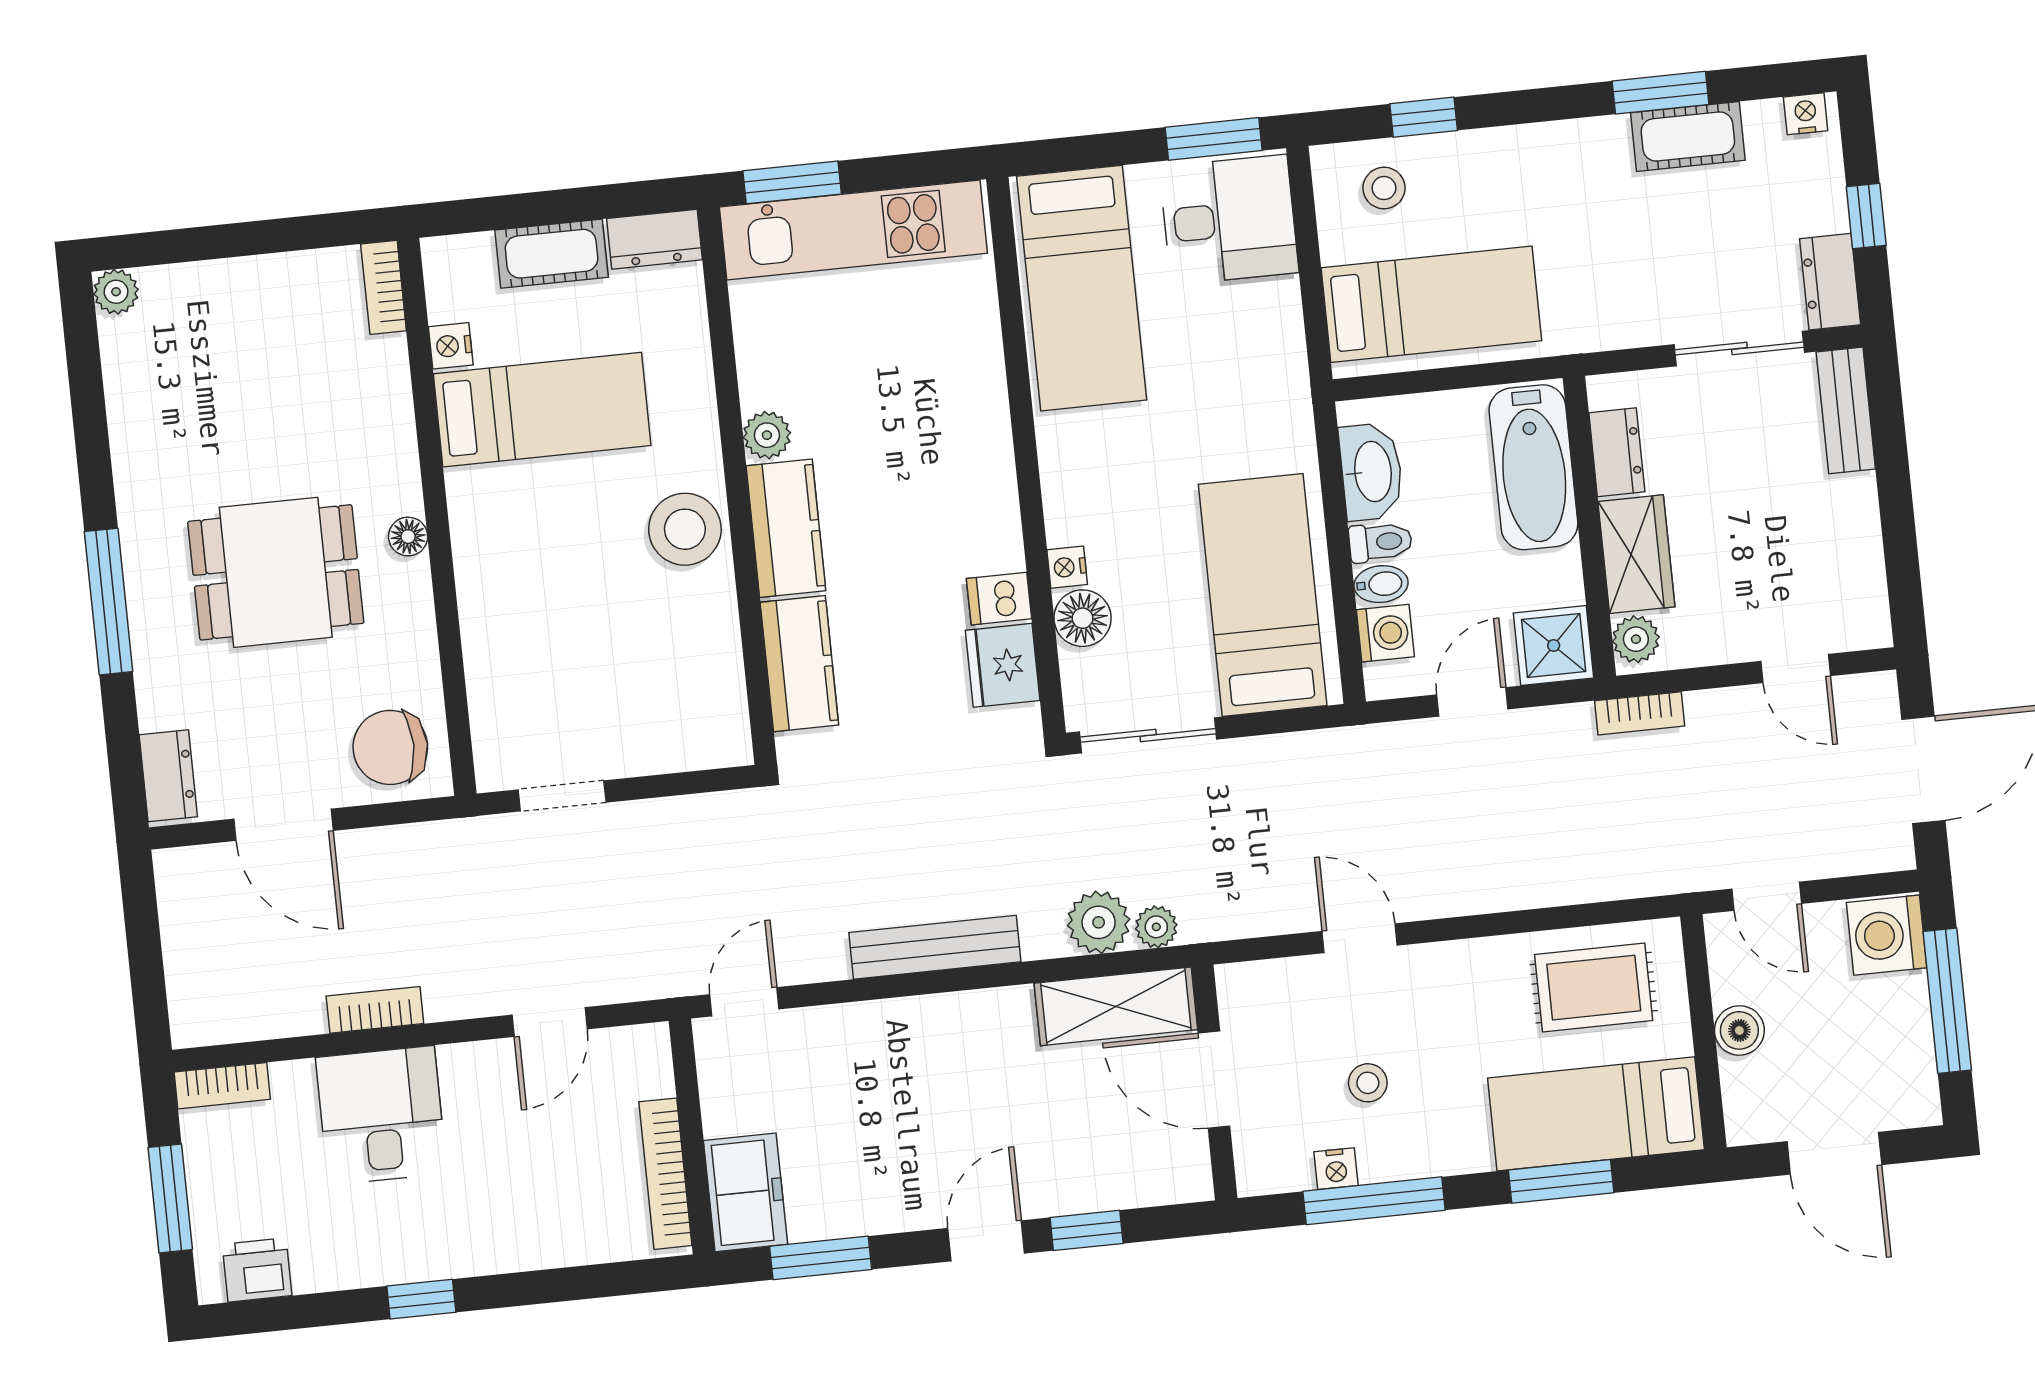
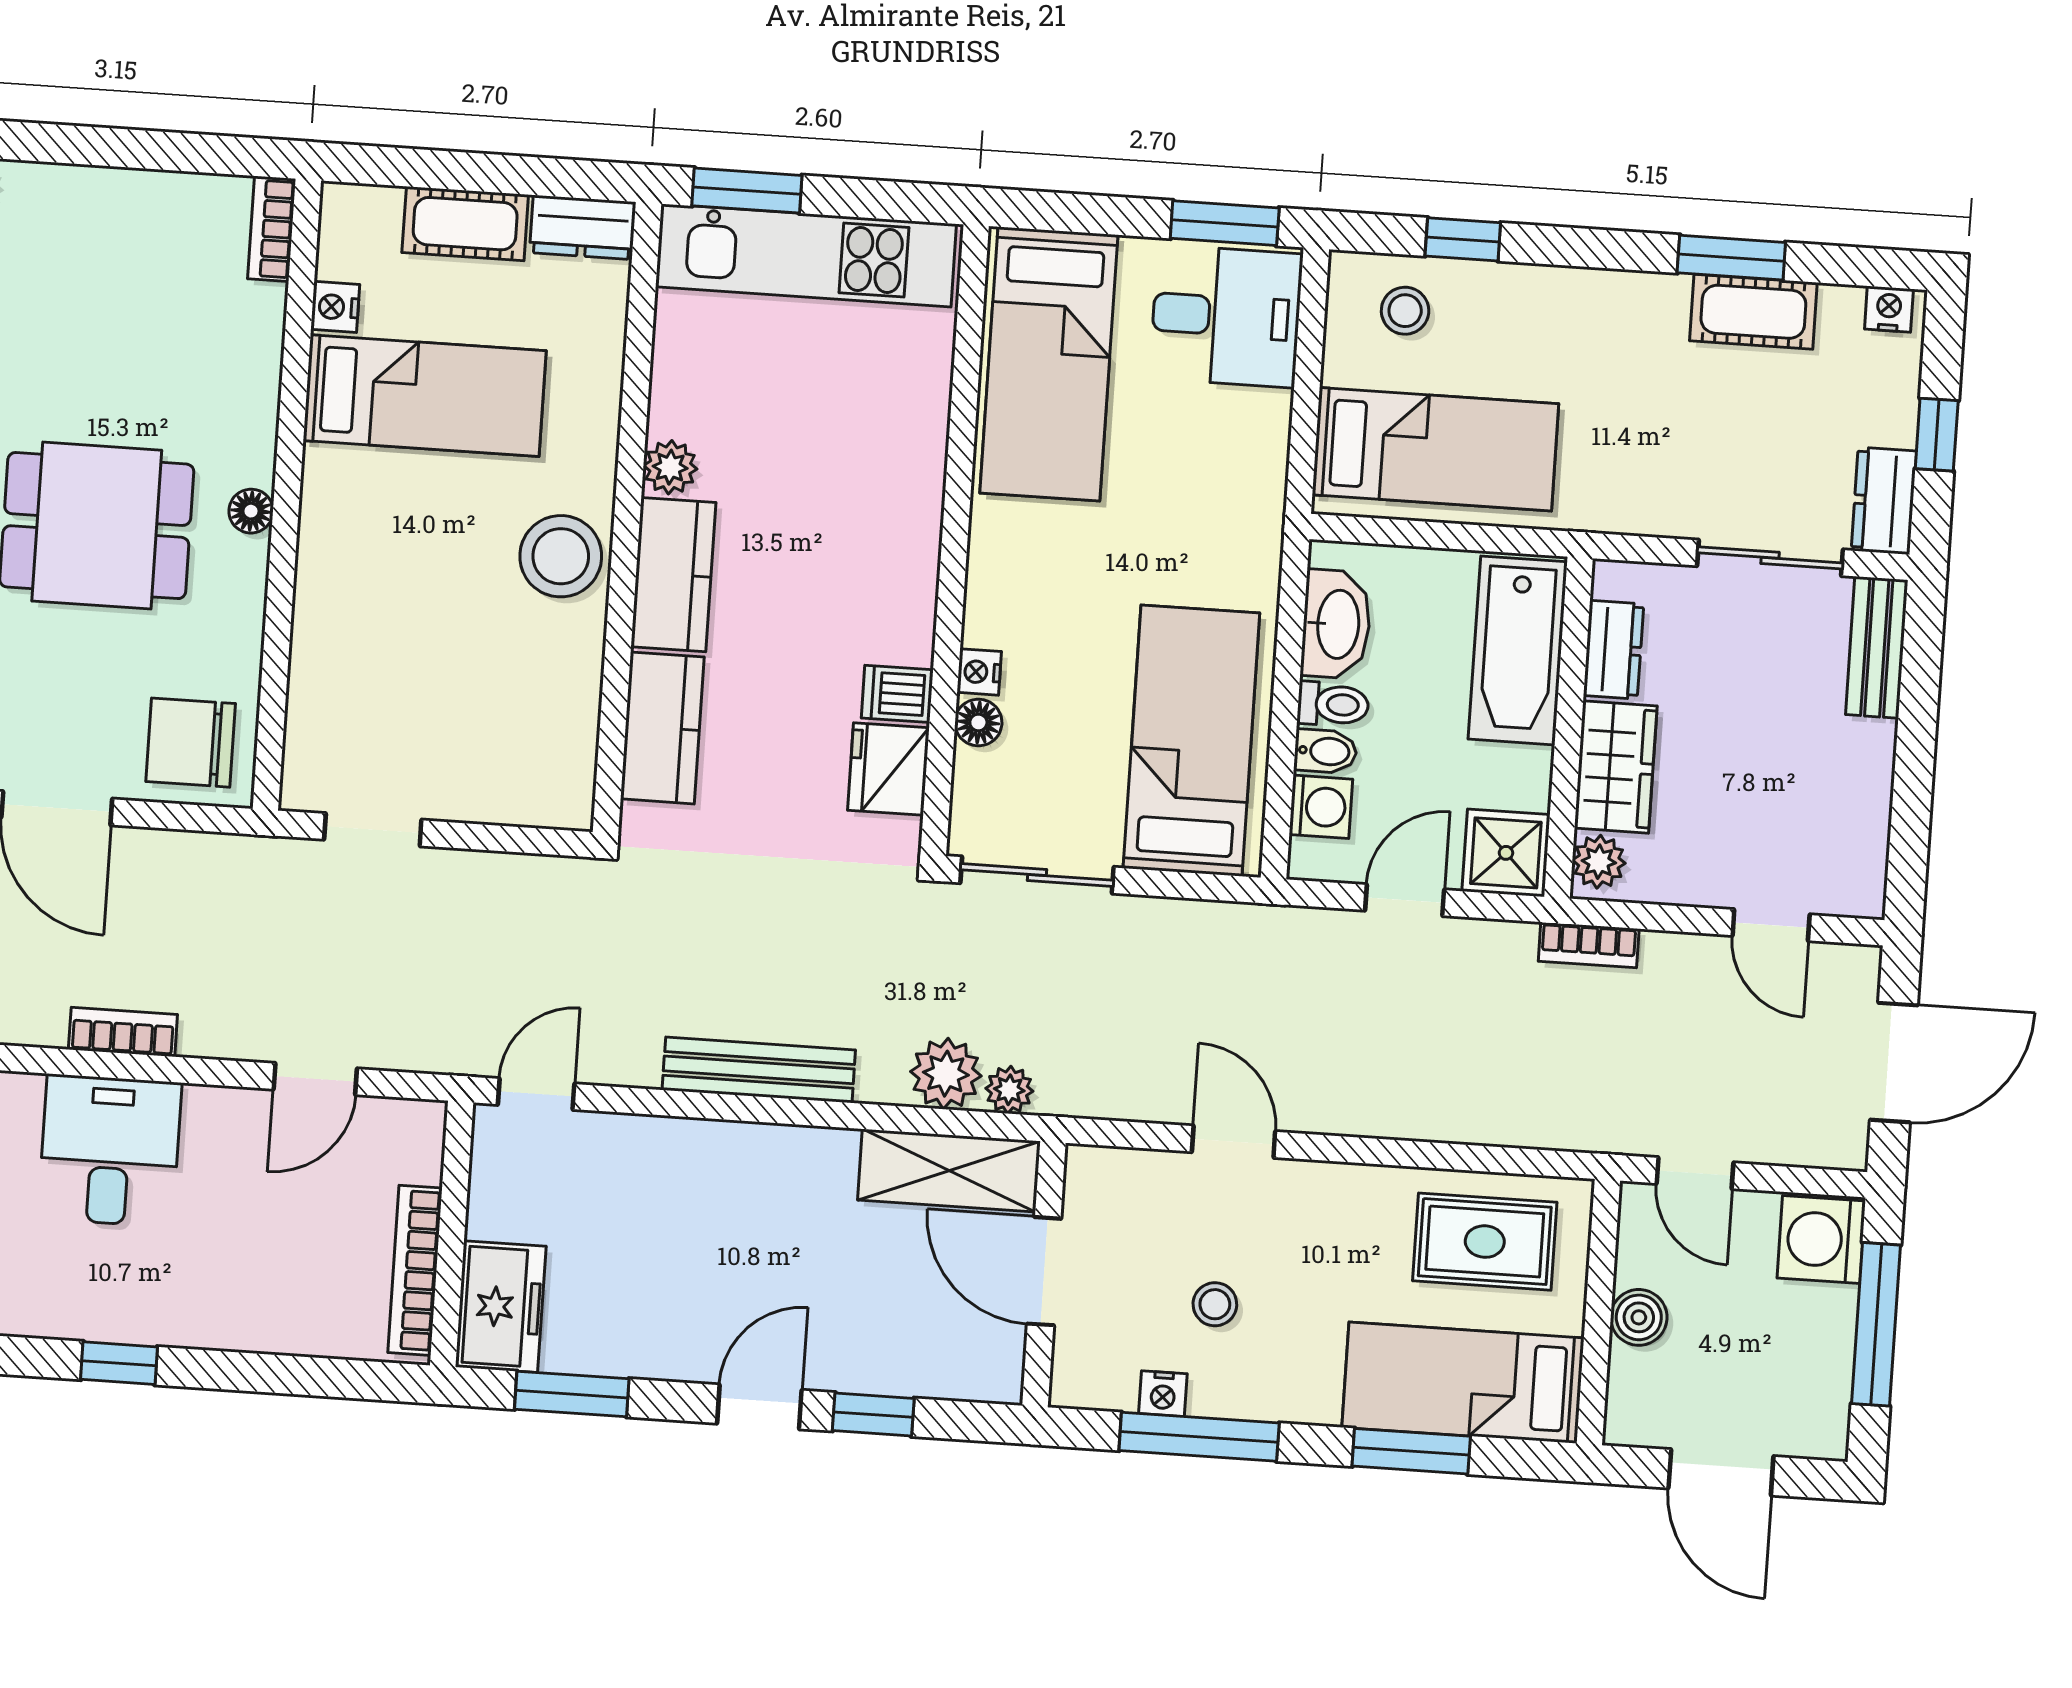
floor lamp: (1083, 618) -> (978, 722), width x0.73, depth x0.73

